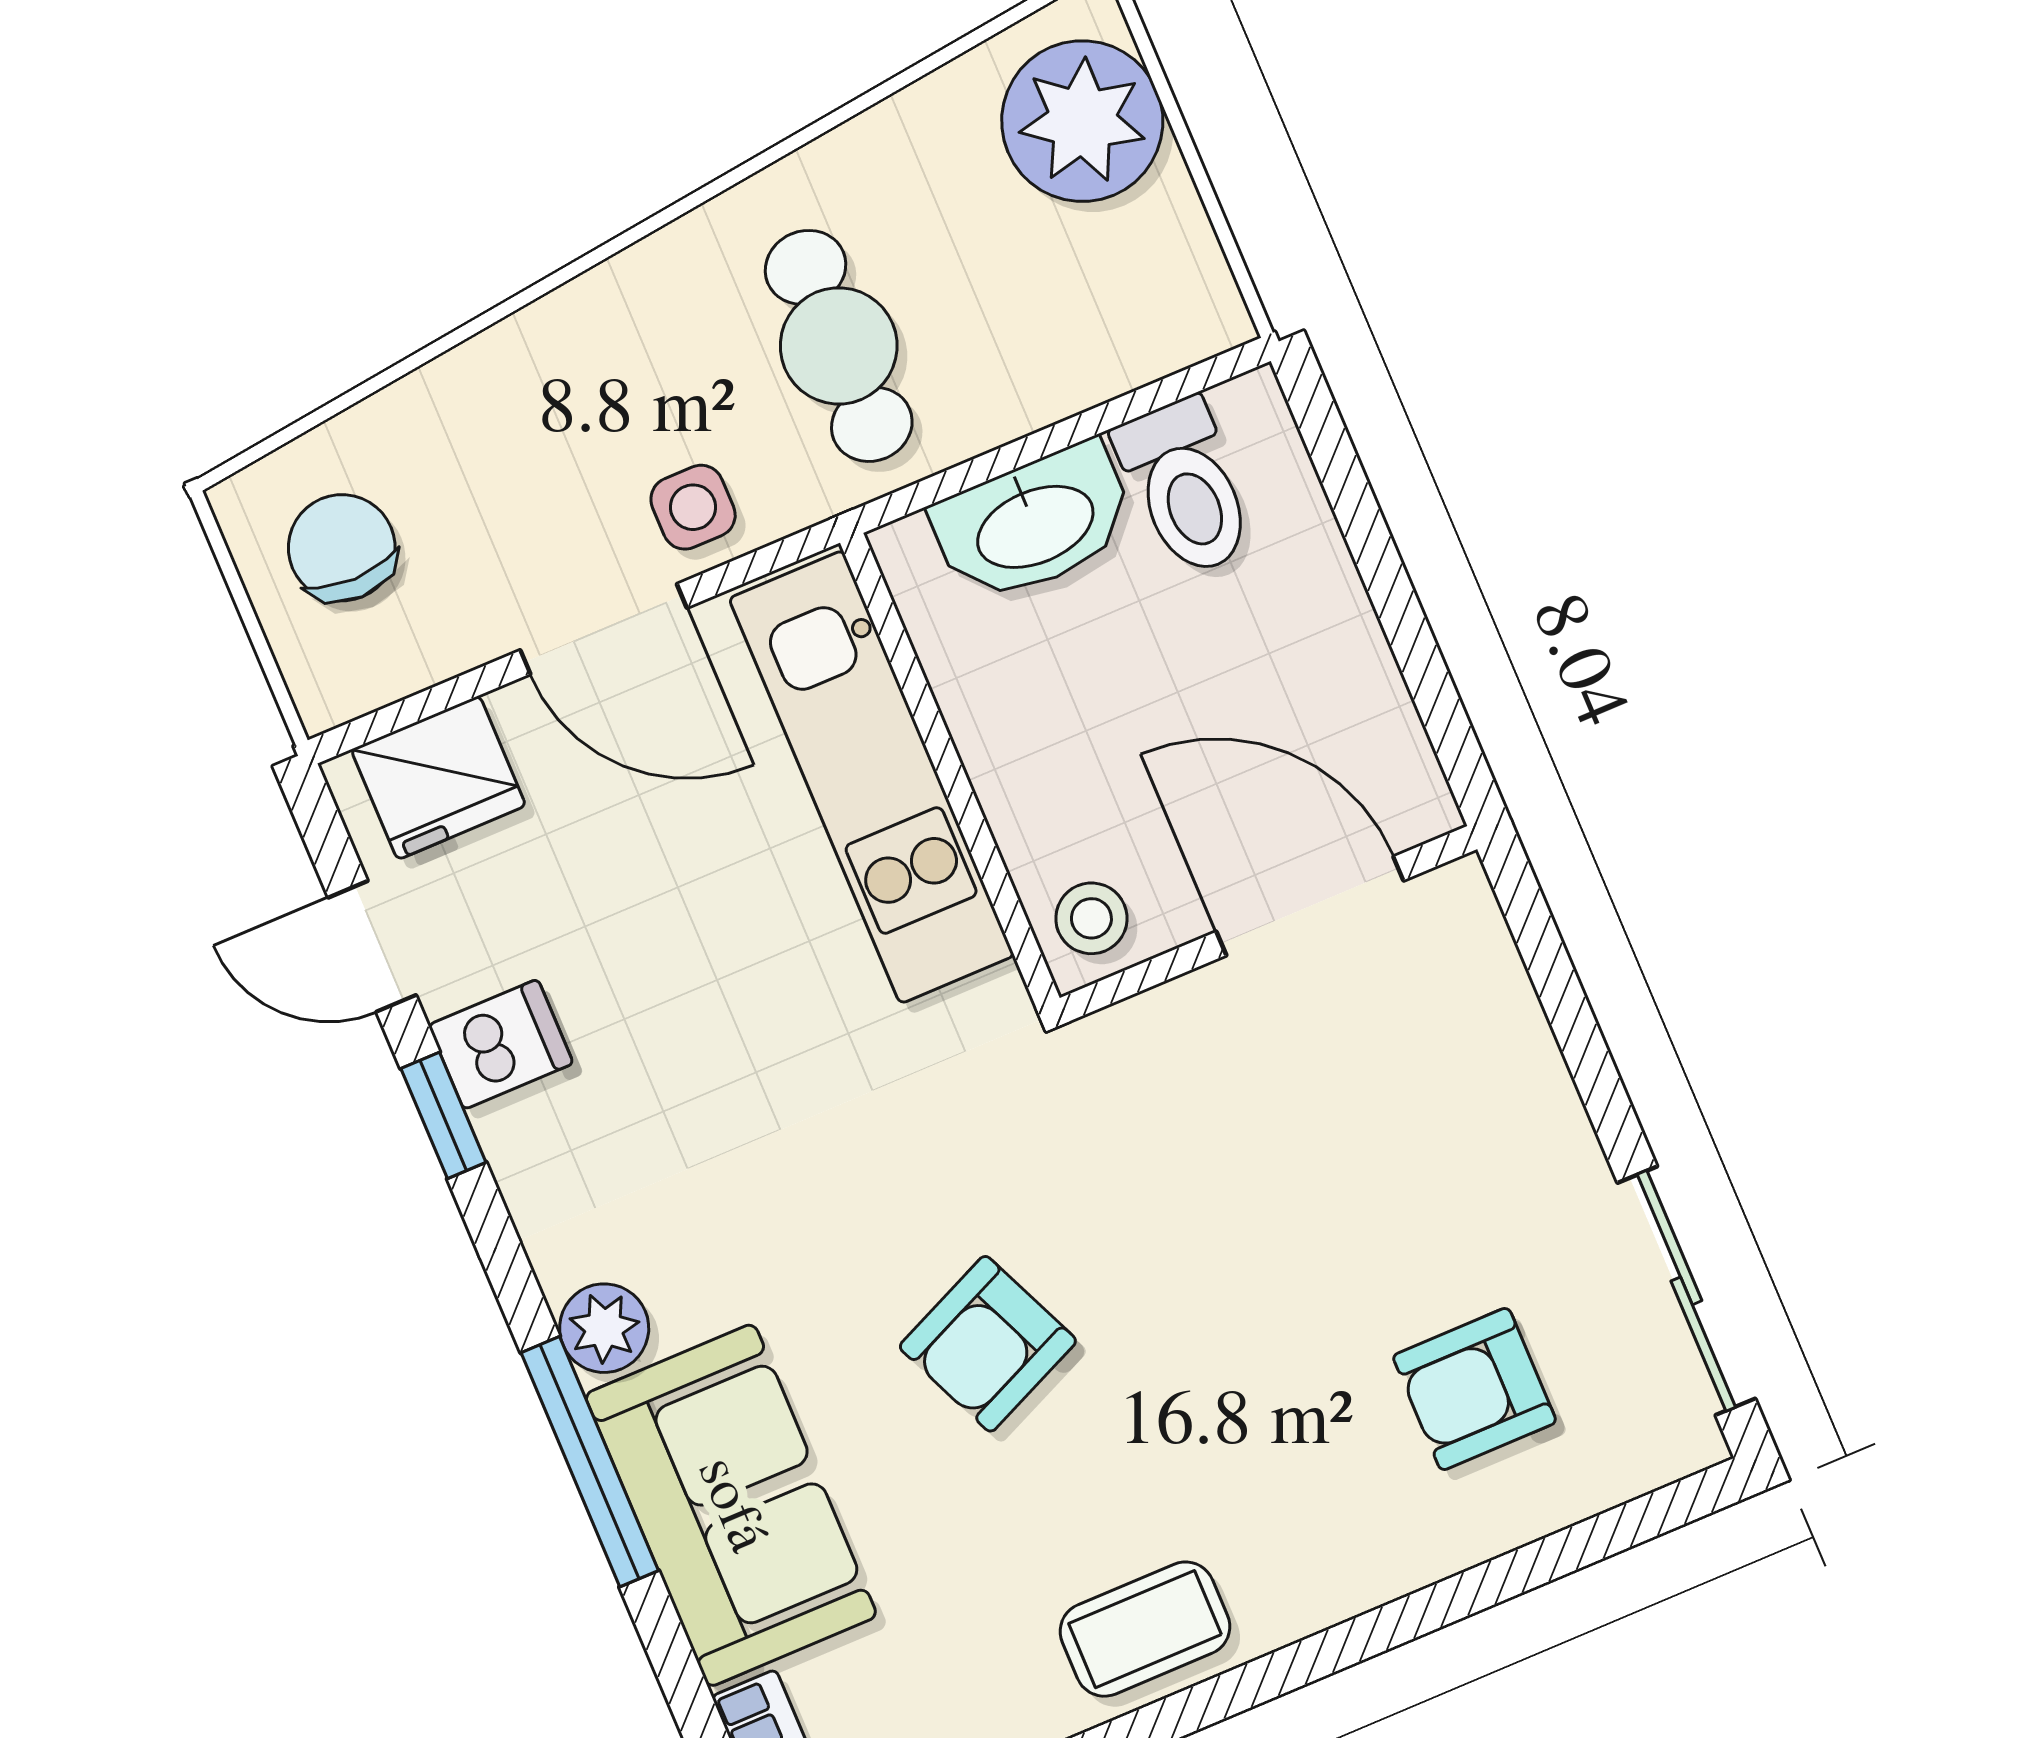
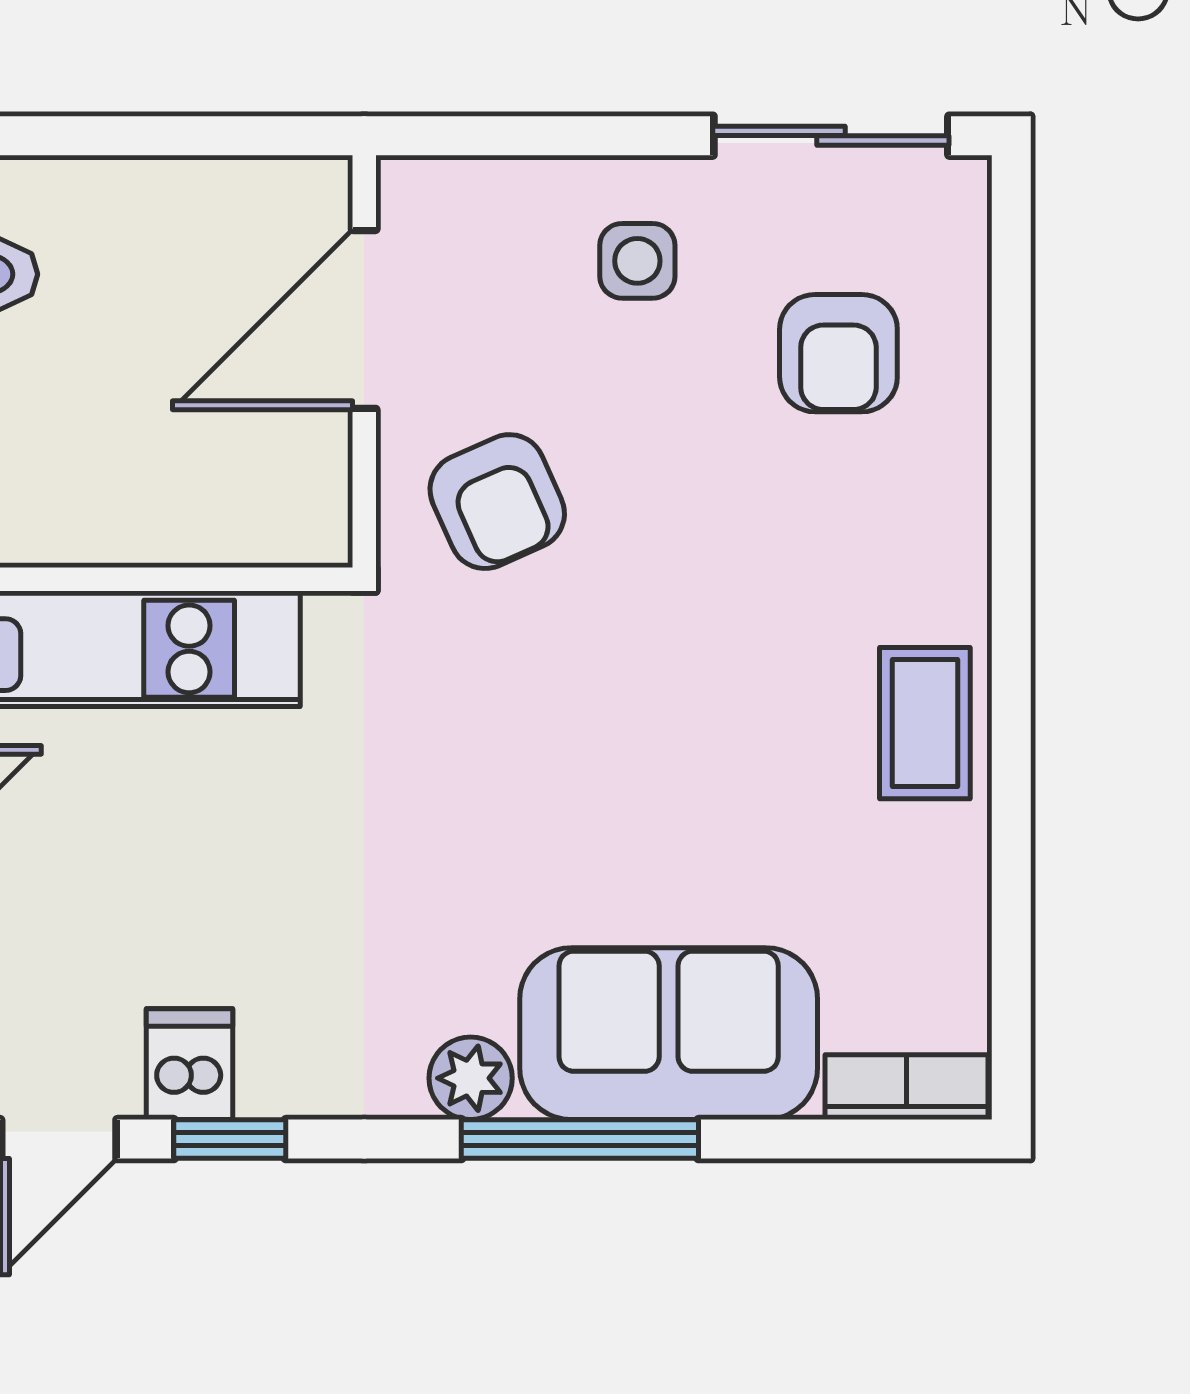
stool: (1091, 918) -> (296, 511), removed
side table: (1482, 1152) -> (637, 261), added
armchair: (988, 1344) -> (497, 502), moved

